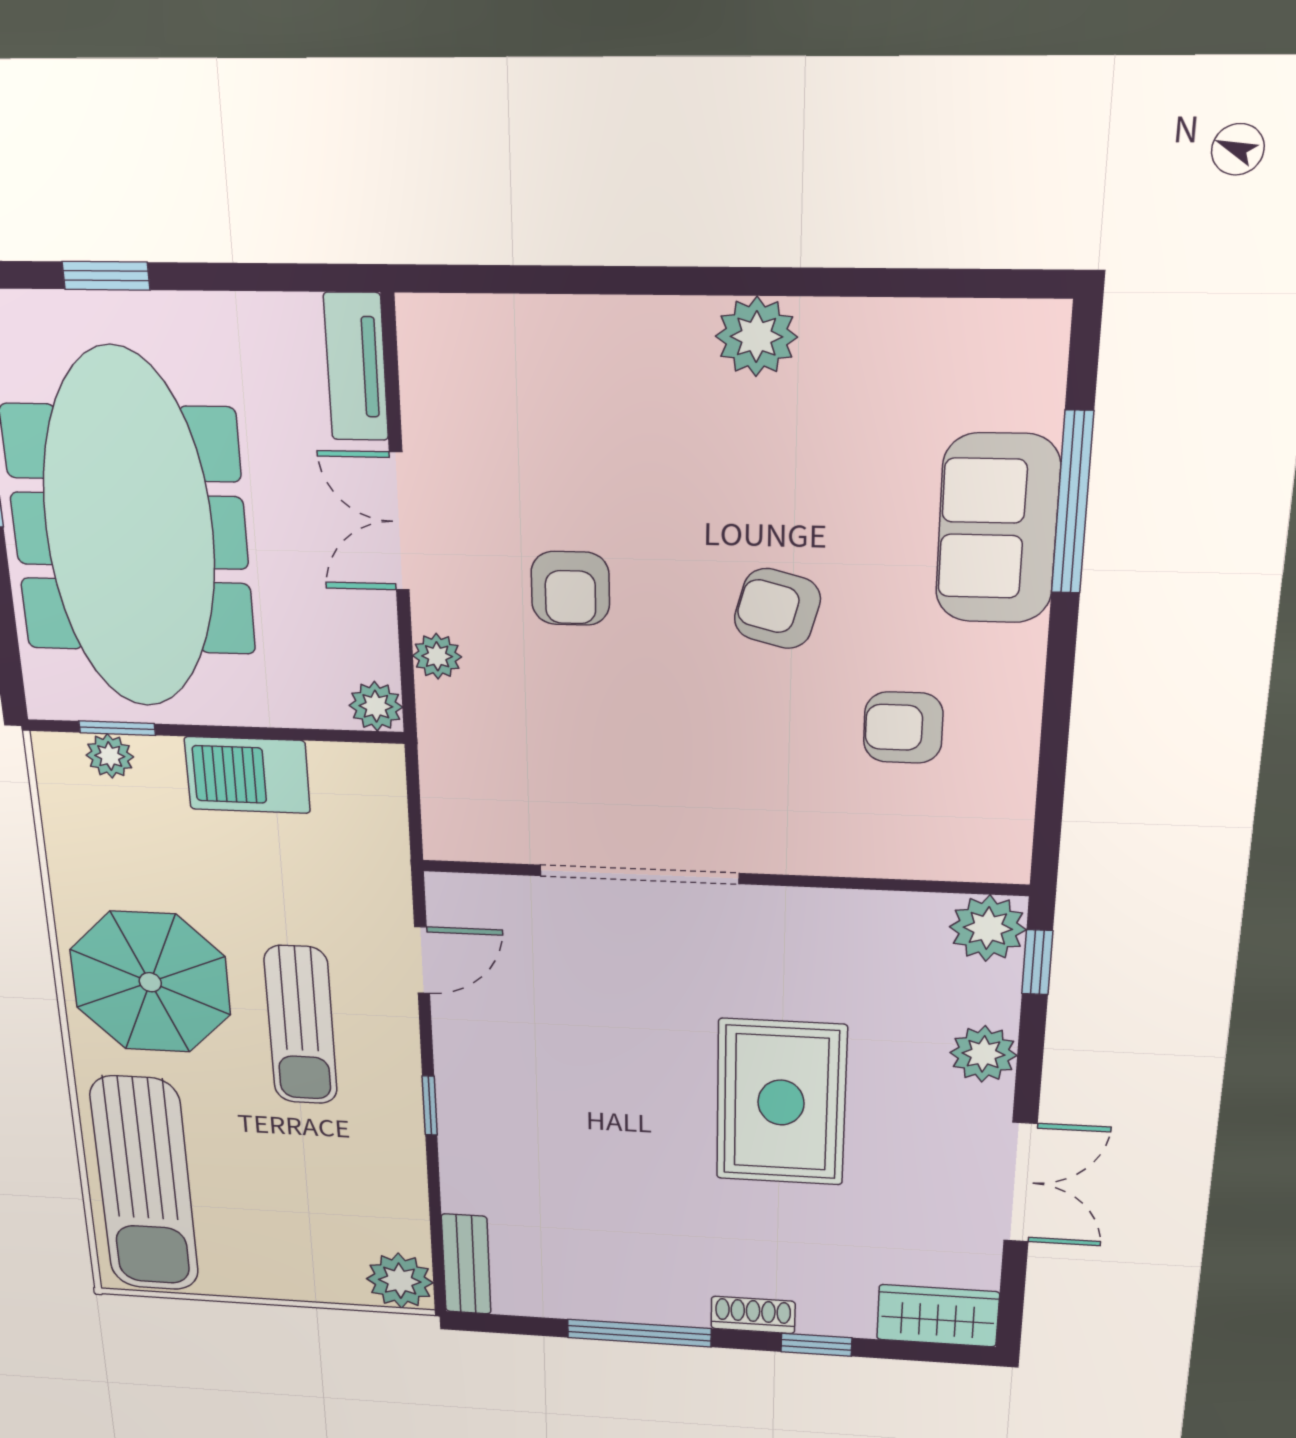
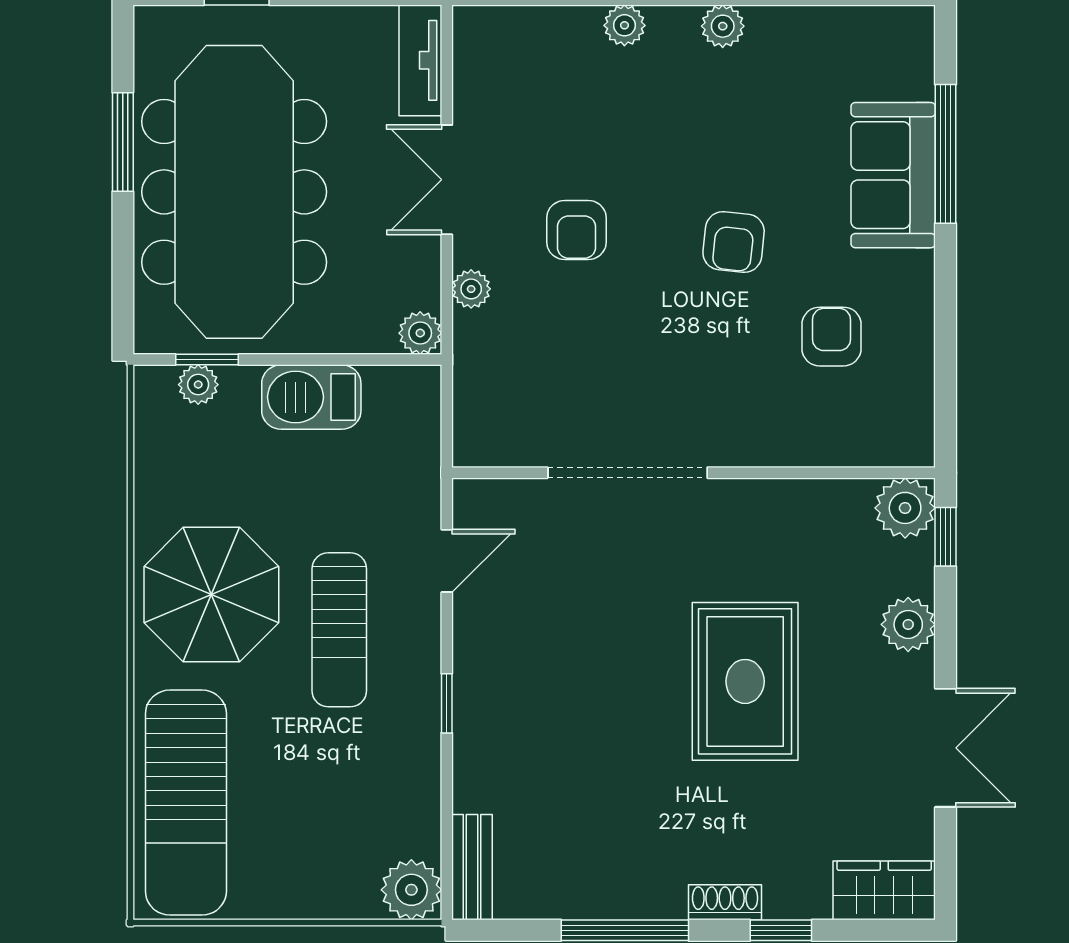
plant: (631, 323) -> (624, 25), added
plant: (756, 337) -> (723, 26), width x0.73, depth x0.73
armchair: (777, 609) -> (734, 242), turned -99
armchair: (903, 728) -> (832, 337), turned 90

